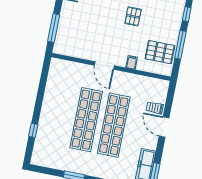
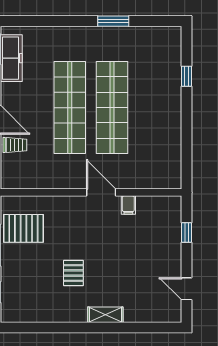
window: (54, 28) -> (187, 233), width x0.46
filing cabinet: (132, 62) -> (128, 205), moved

